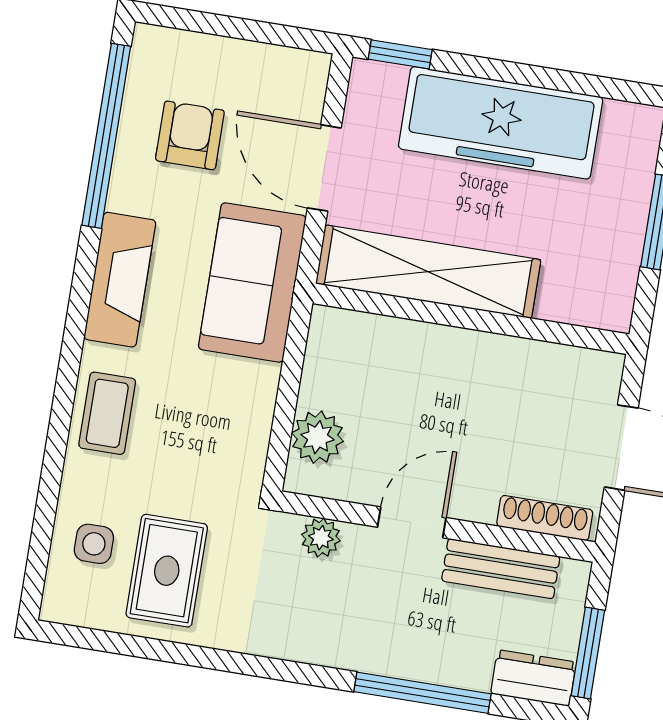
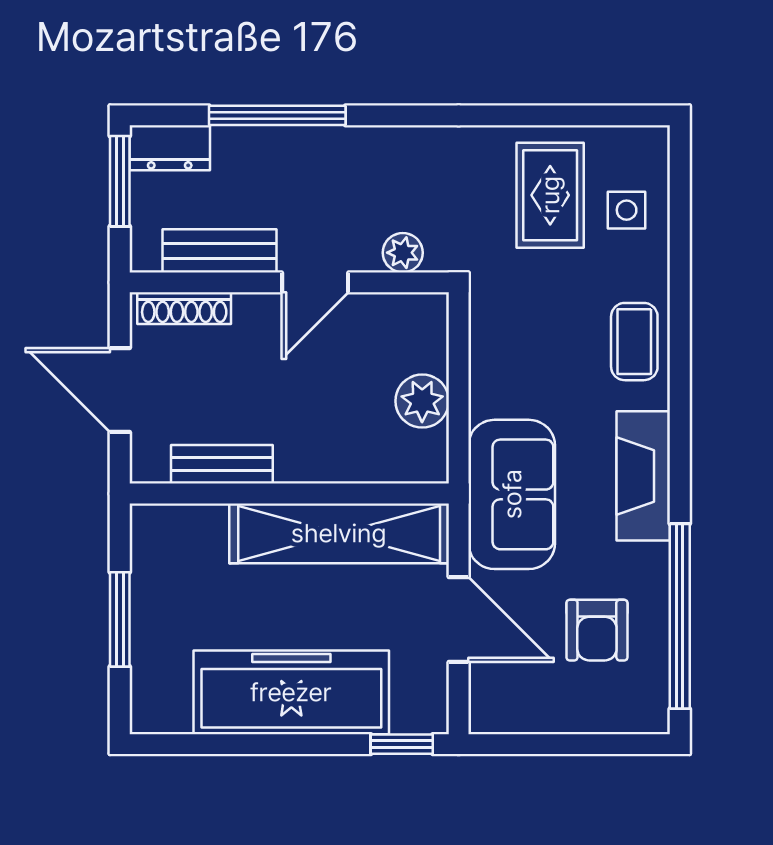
bench: (532, 358) -> (222, 464), added
plant: (318, 437) -> (422, 401), moved

